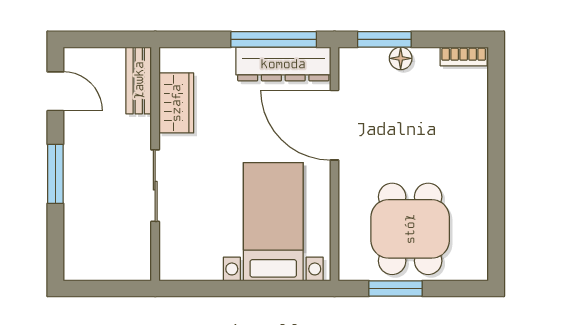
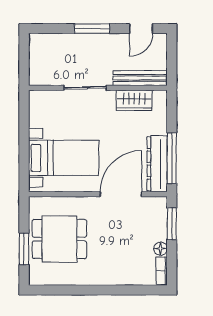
floor lamp: (401, 58) -> (160, 249), moved
bench: (139, 80) -> (140, 78), width x1.36
window: (396, 289) -> (24, 249), moved

